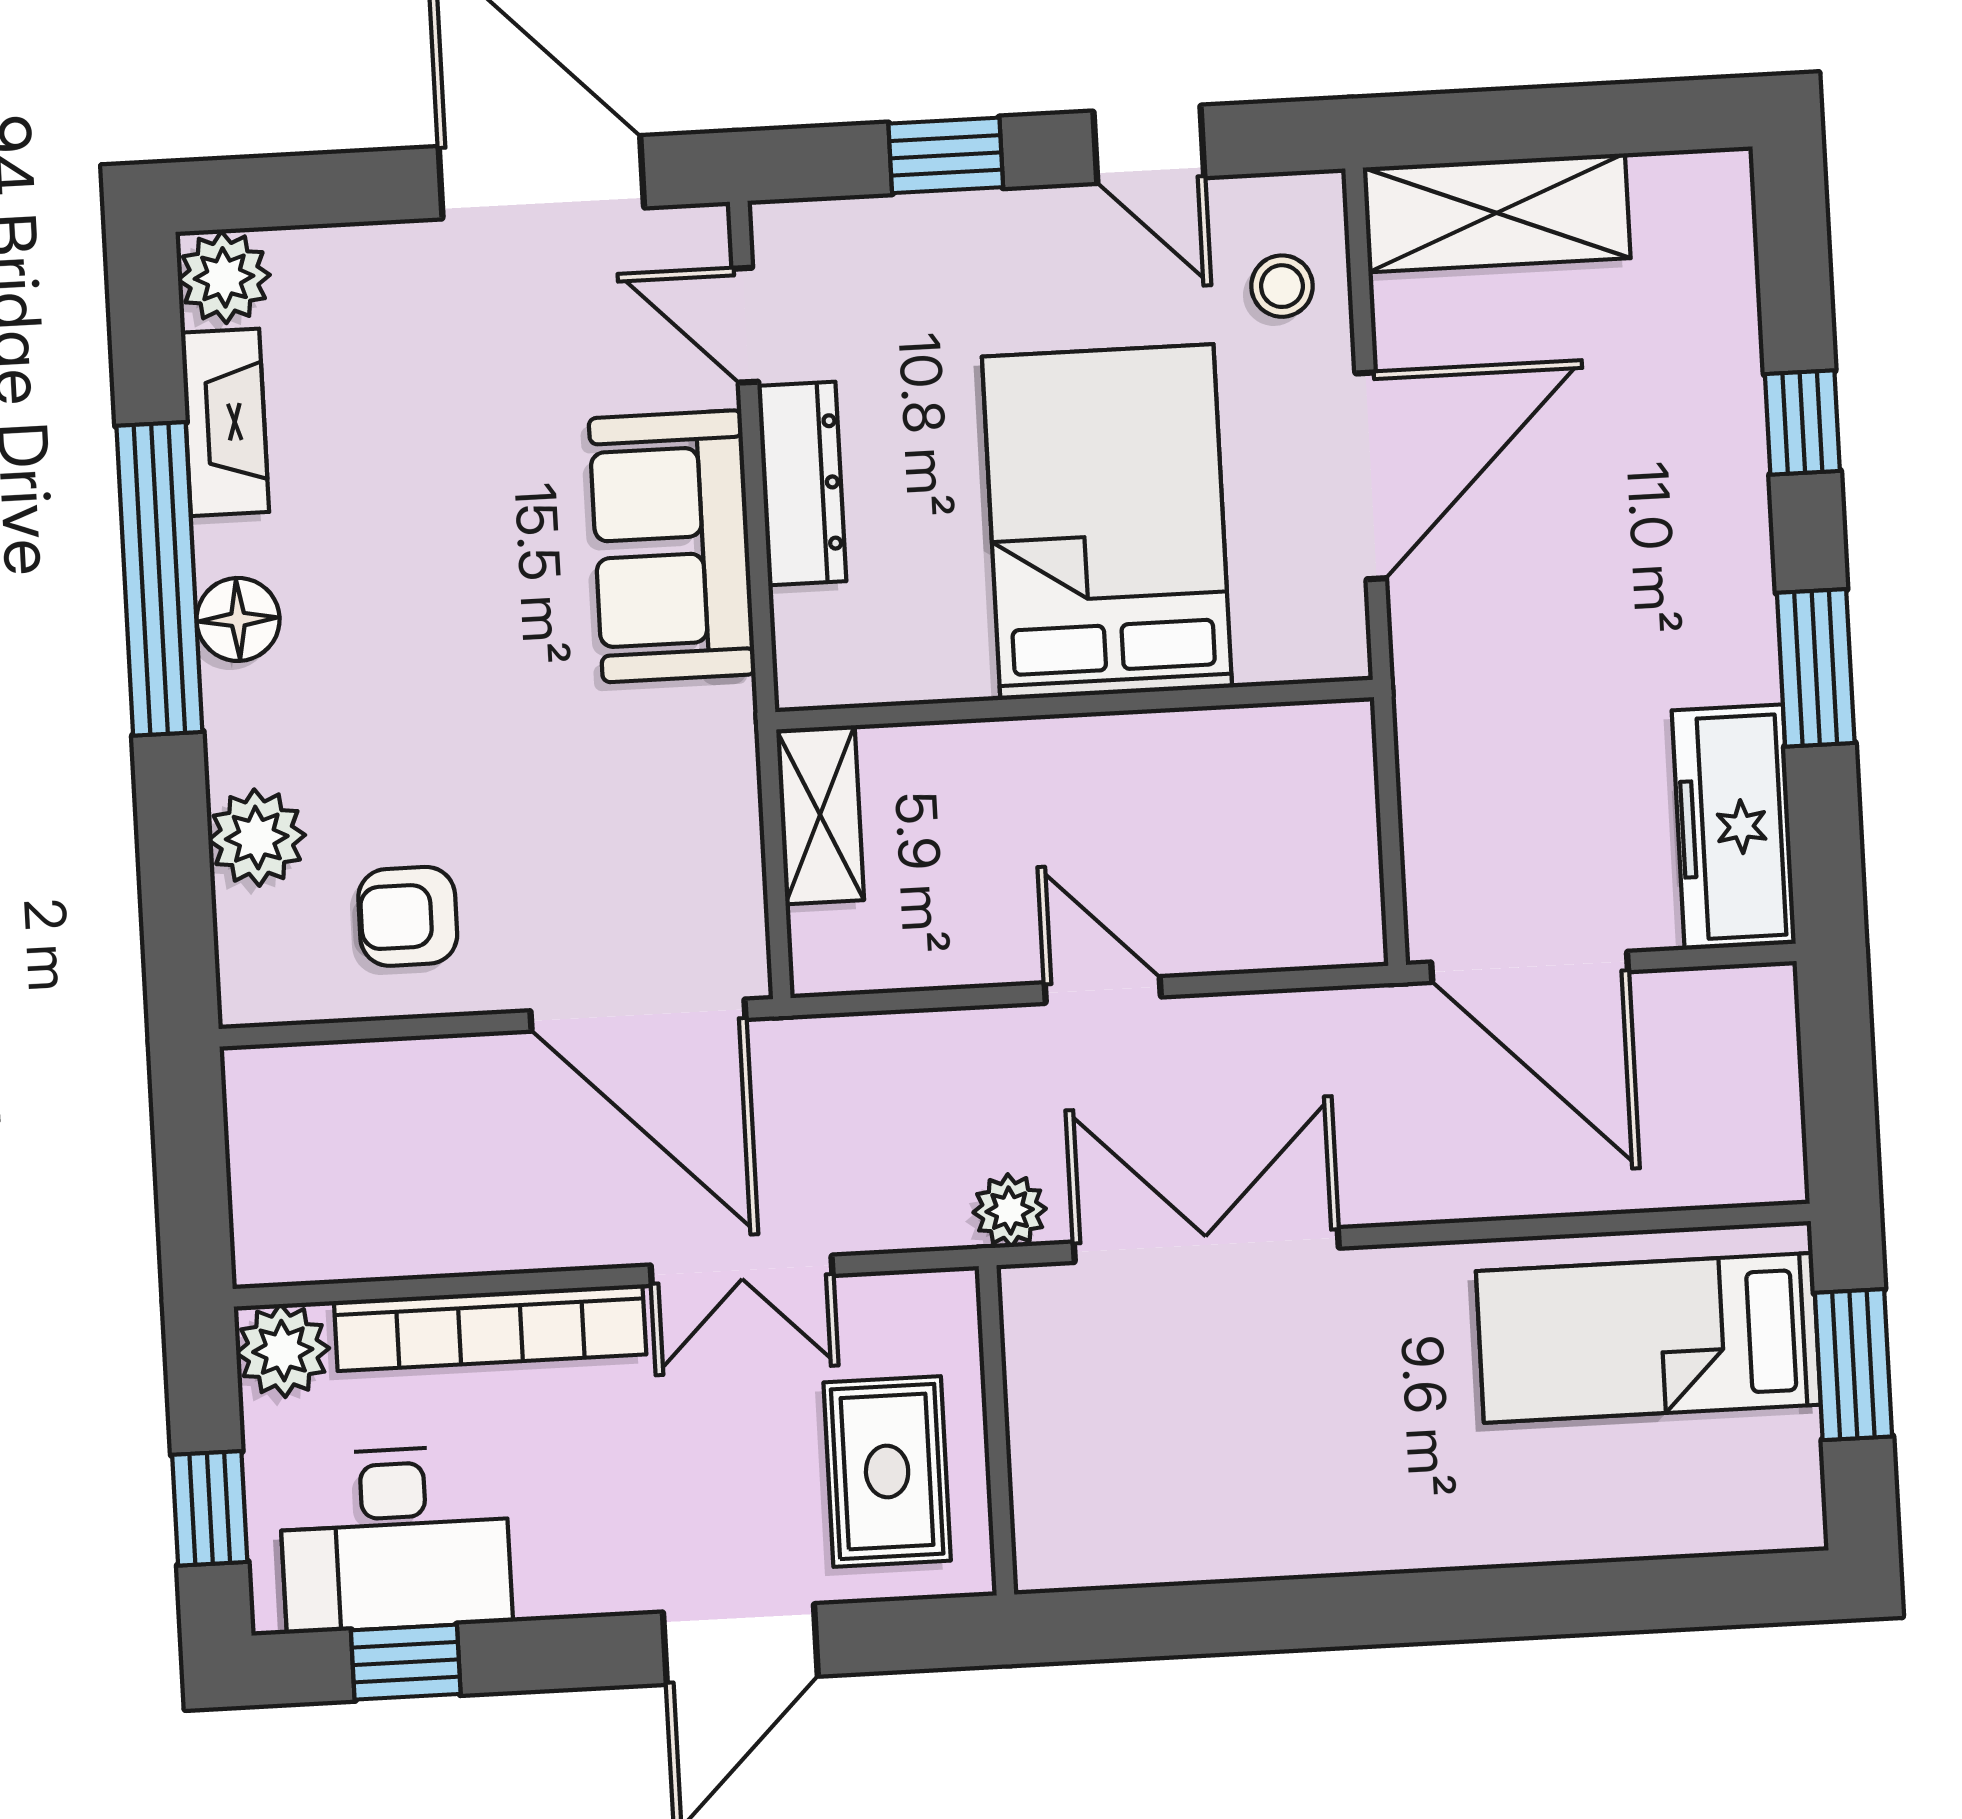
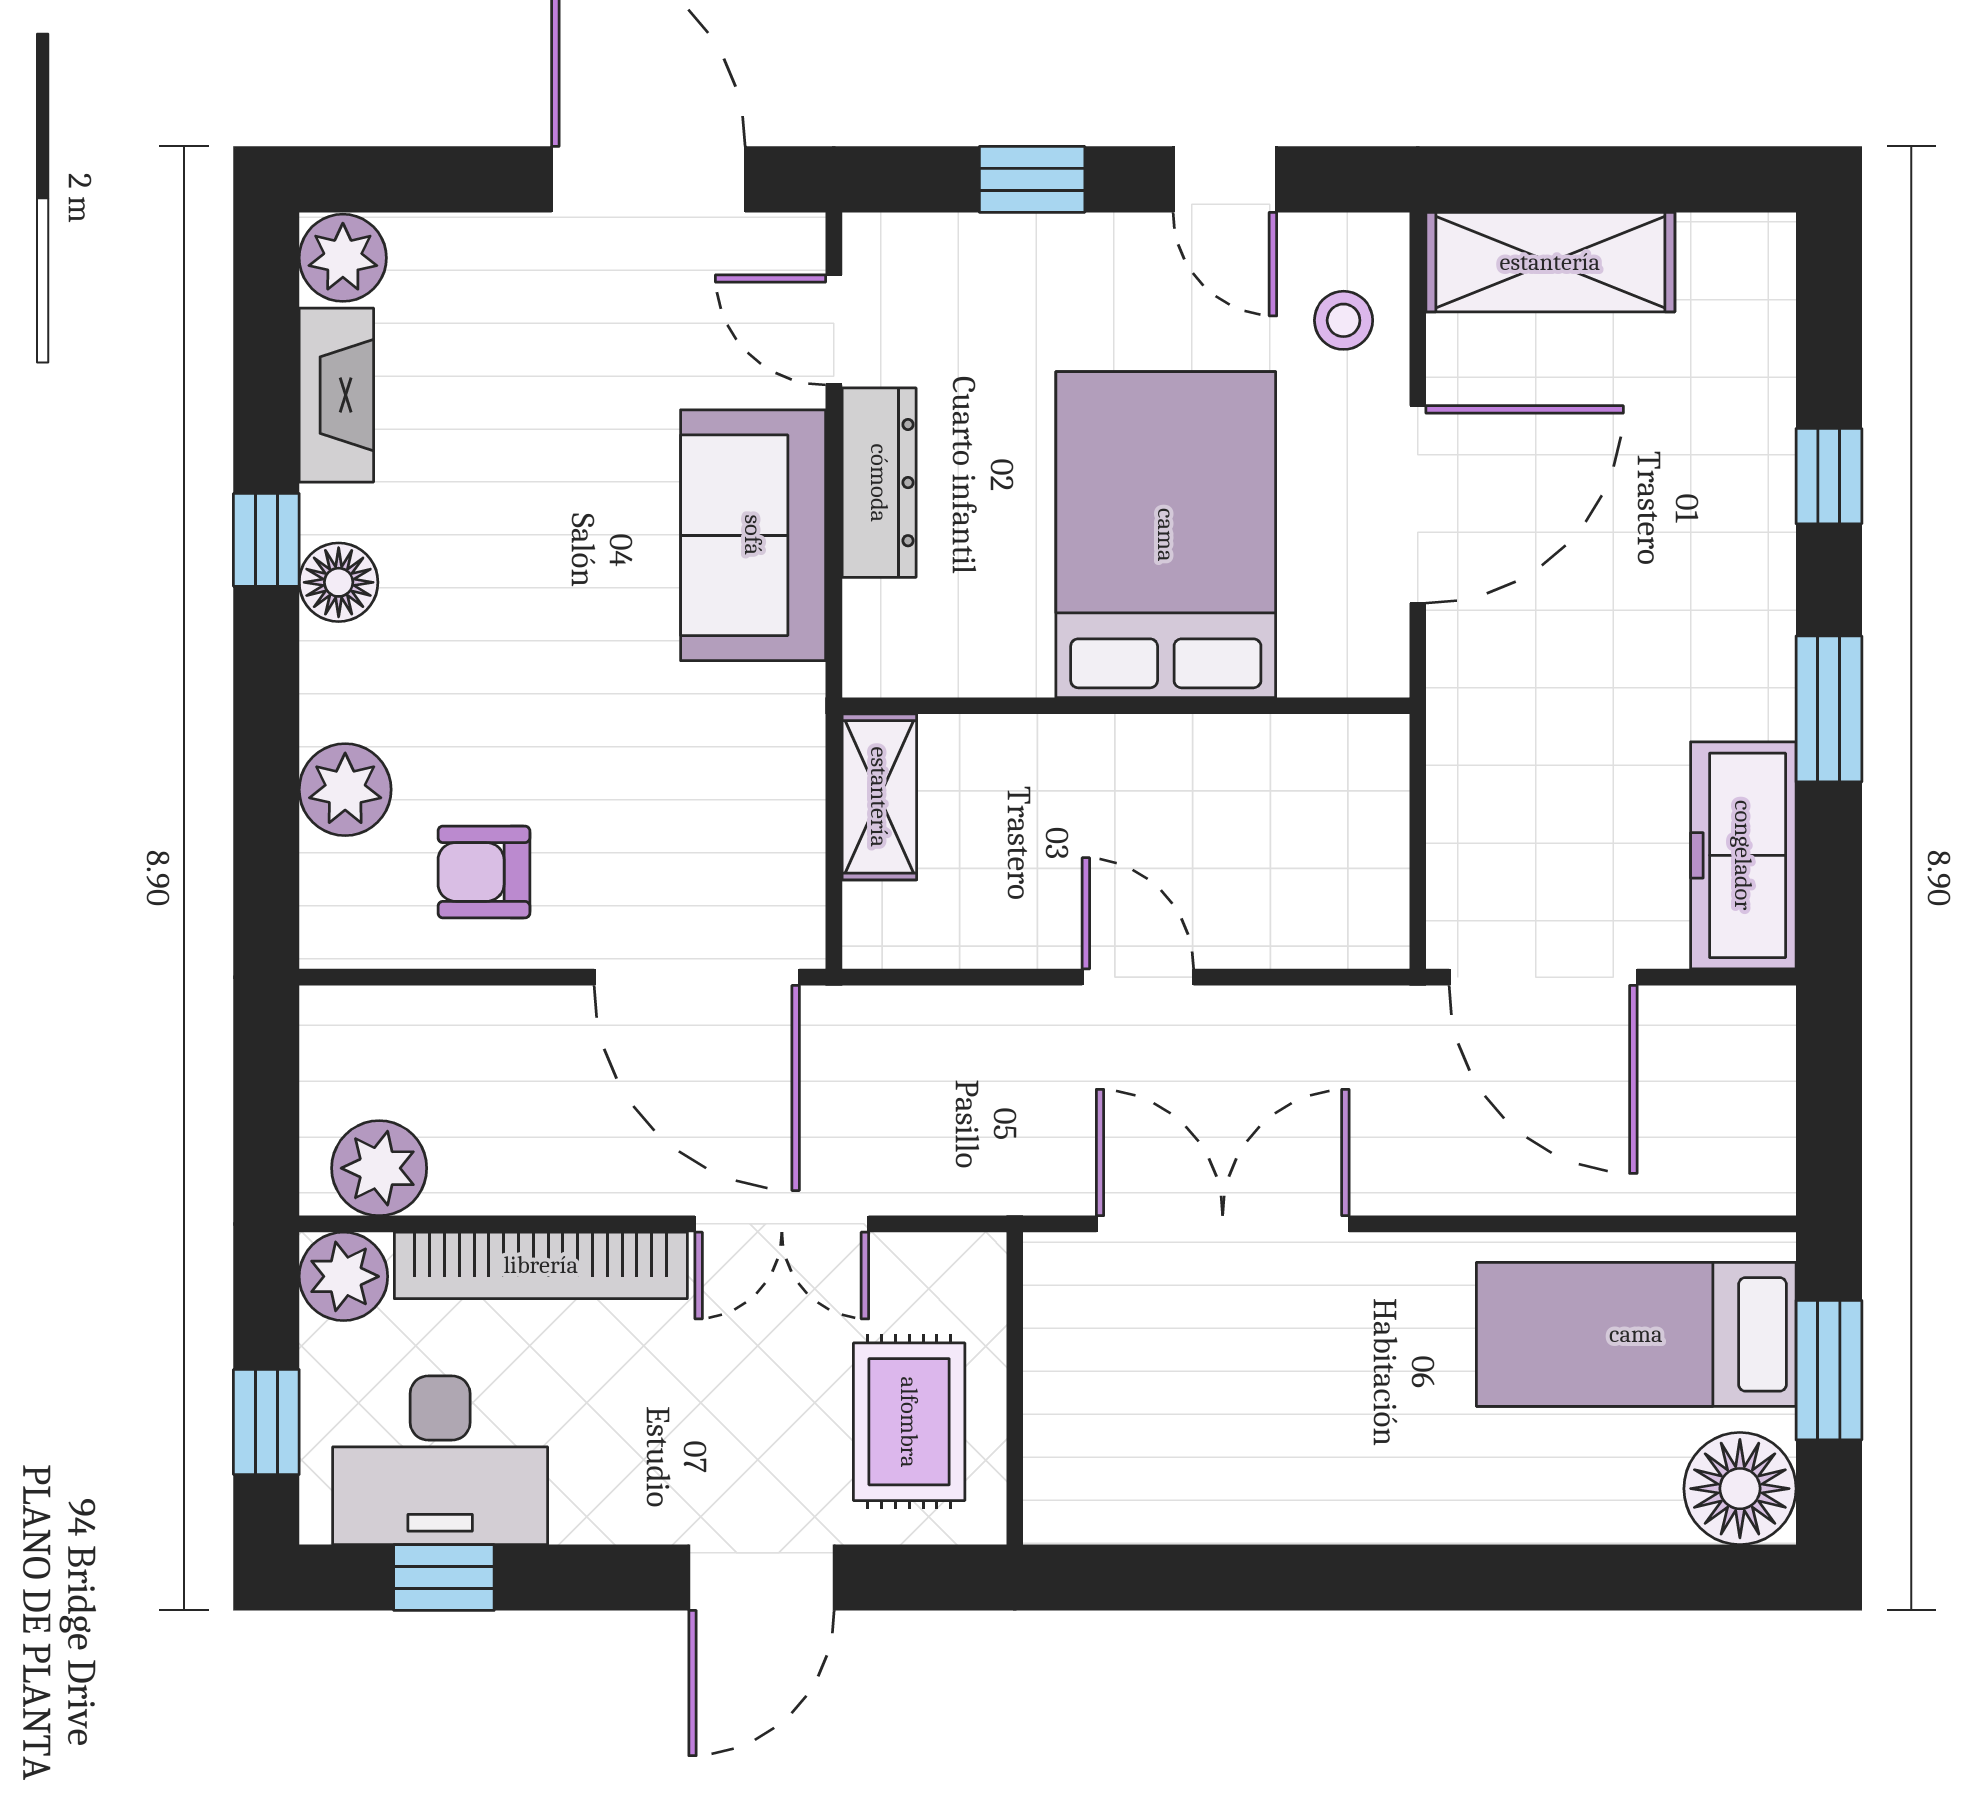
window: (159, 579) -> (266, 540), width x0.32
plant: (1010, 1211) -> (379, 1168), moved, width x1.38, depth x1.38
floor lamp: (1766, 1494) -> (1740, 1489), added

